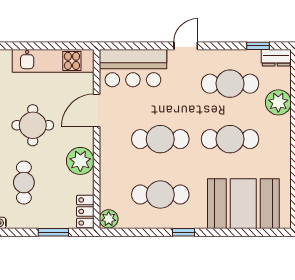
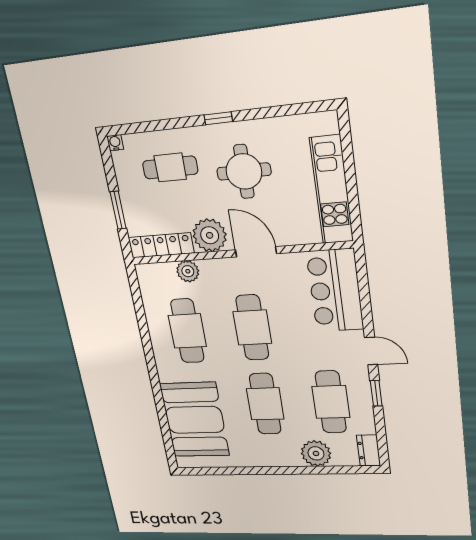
window: (258, 46) -> (376, 393), moved
door: (97, 110) -> (256, 252), moved
locker: (85, 211) -> (161, 245), width x1.53
plant: (109, 219) -> (188, 271), moved
window: (184, 232) -> (150, 358), removed

